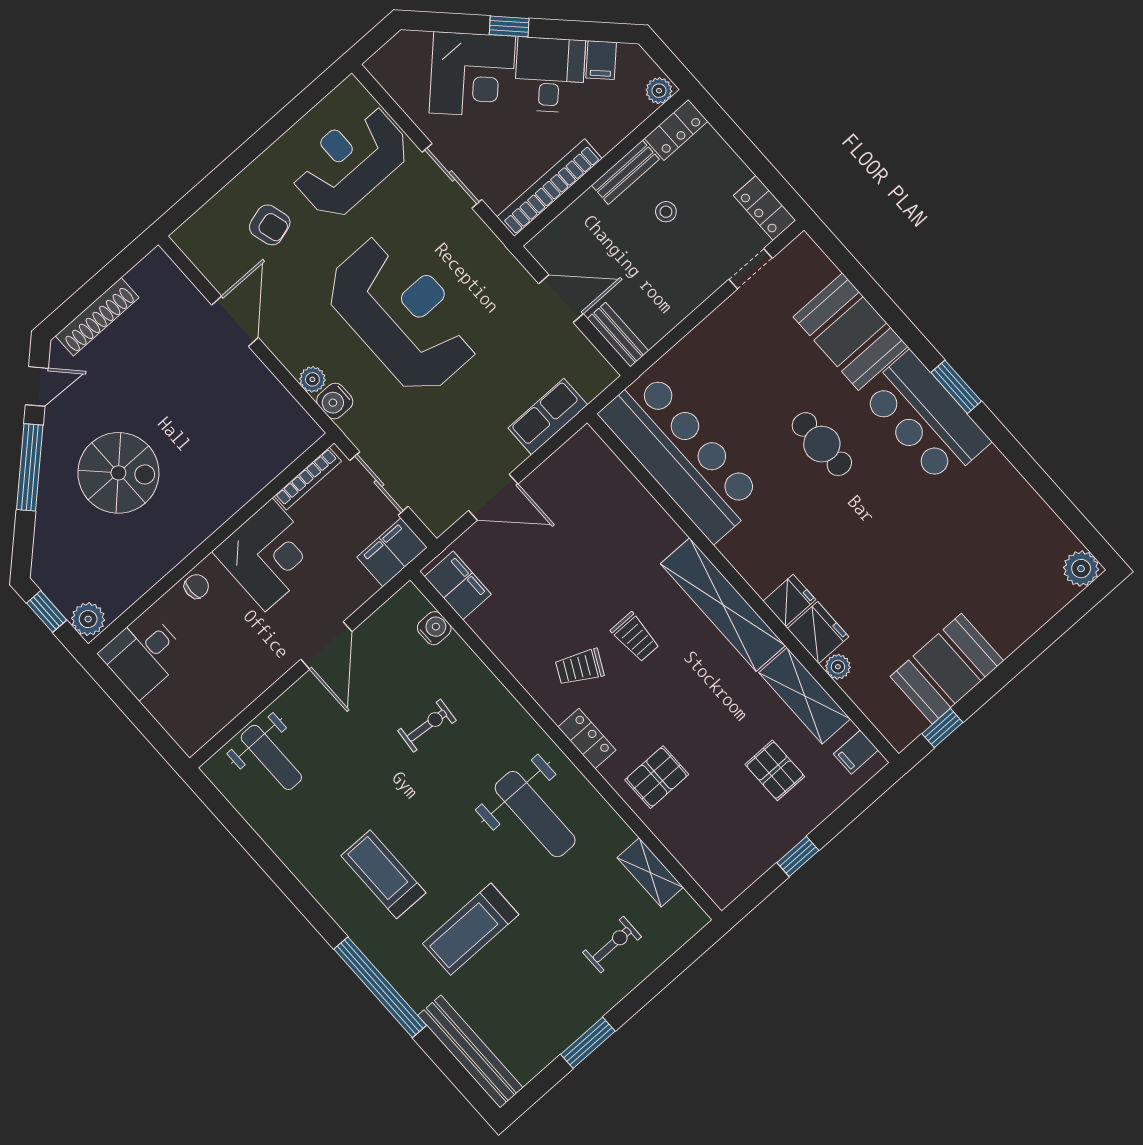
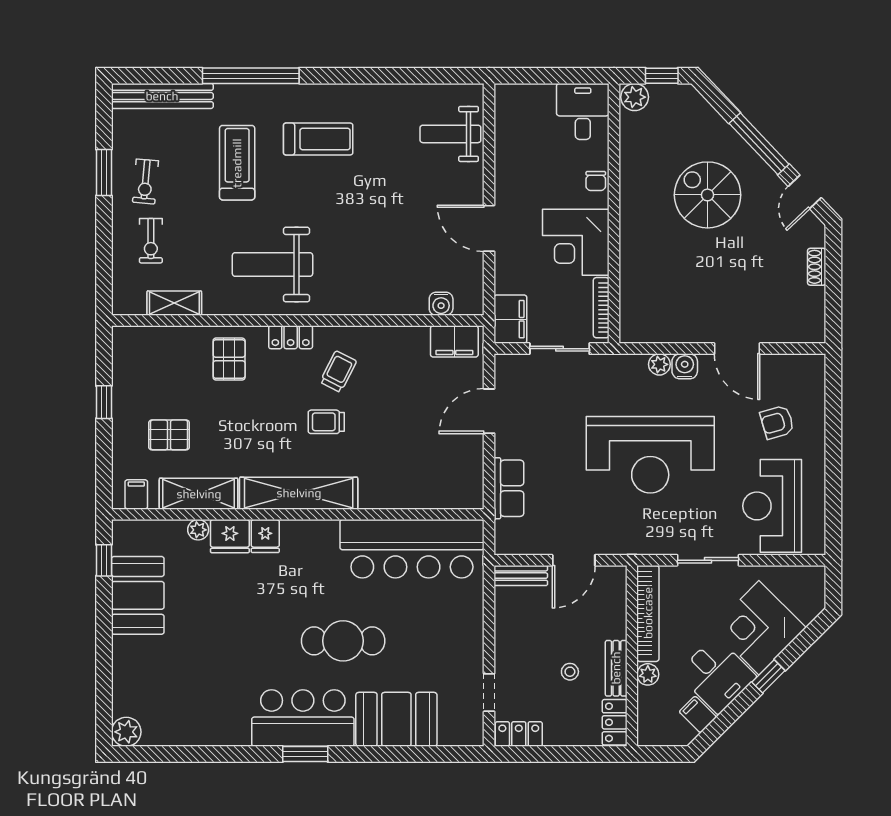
plant: (659, 91) -> (648, 674), moved
reception desk: (350, 161) -> (772, 506), turned 180
shoe rack: (97, 317) -> (817, 267), width x0.51, depth x0.81
water cooler: (335, 401) -> (685, 366), moved
cafe table: (822, 444) -> (343, 641), width x1.37, depth x1.35
spiral stairs: (118, 473) -> (708, 195), turned 90
exercise bike: (427, 726) -> (145, 182), moved

